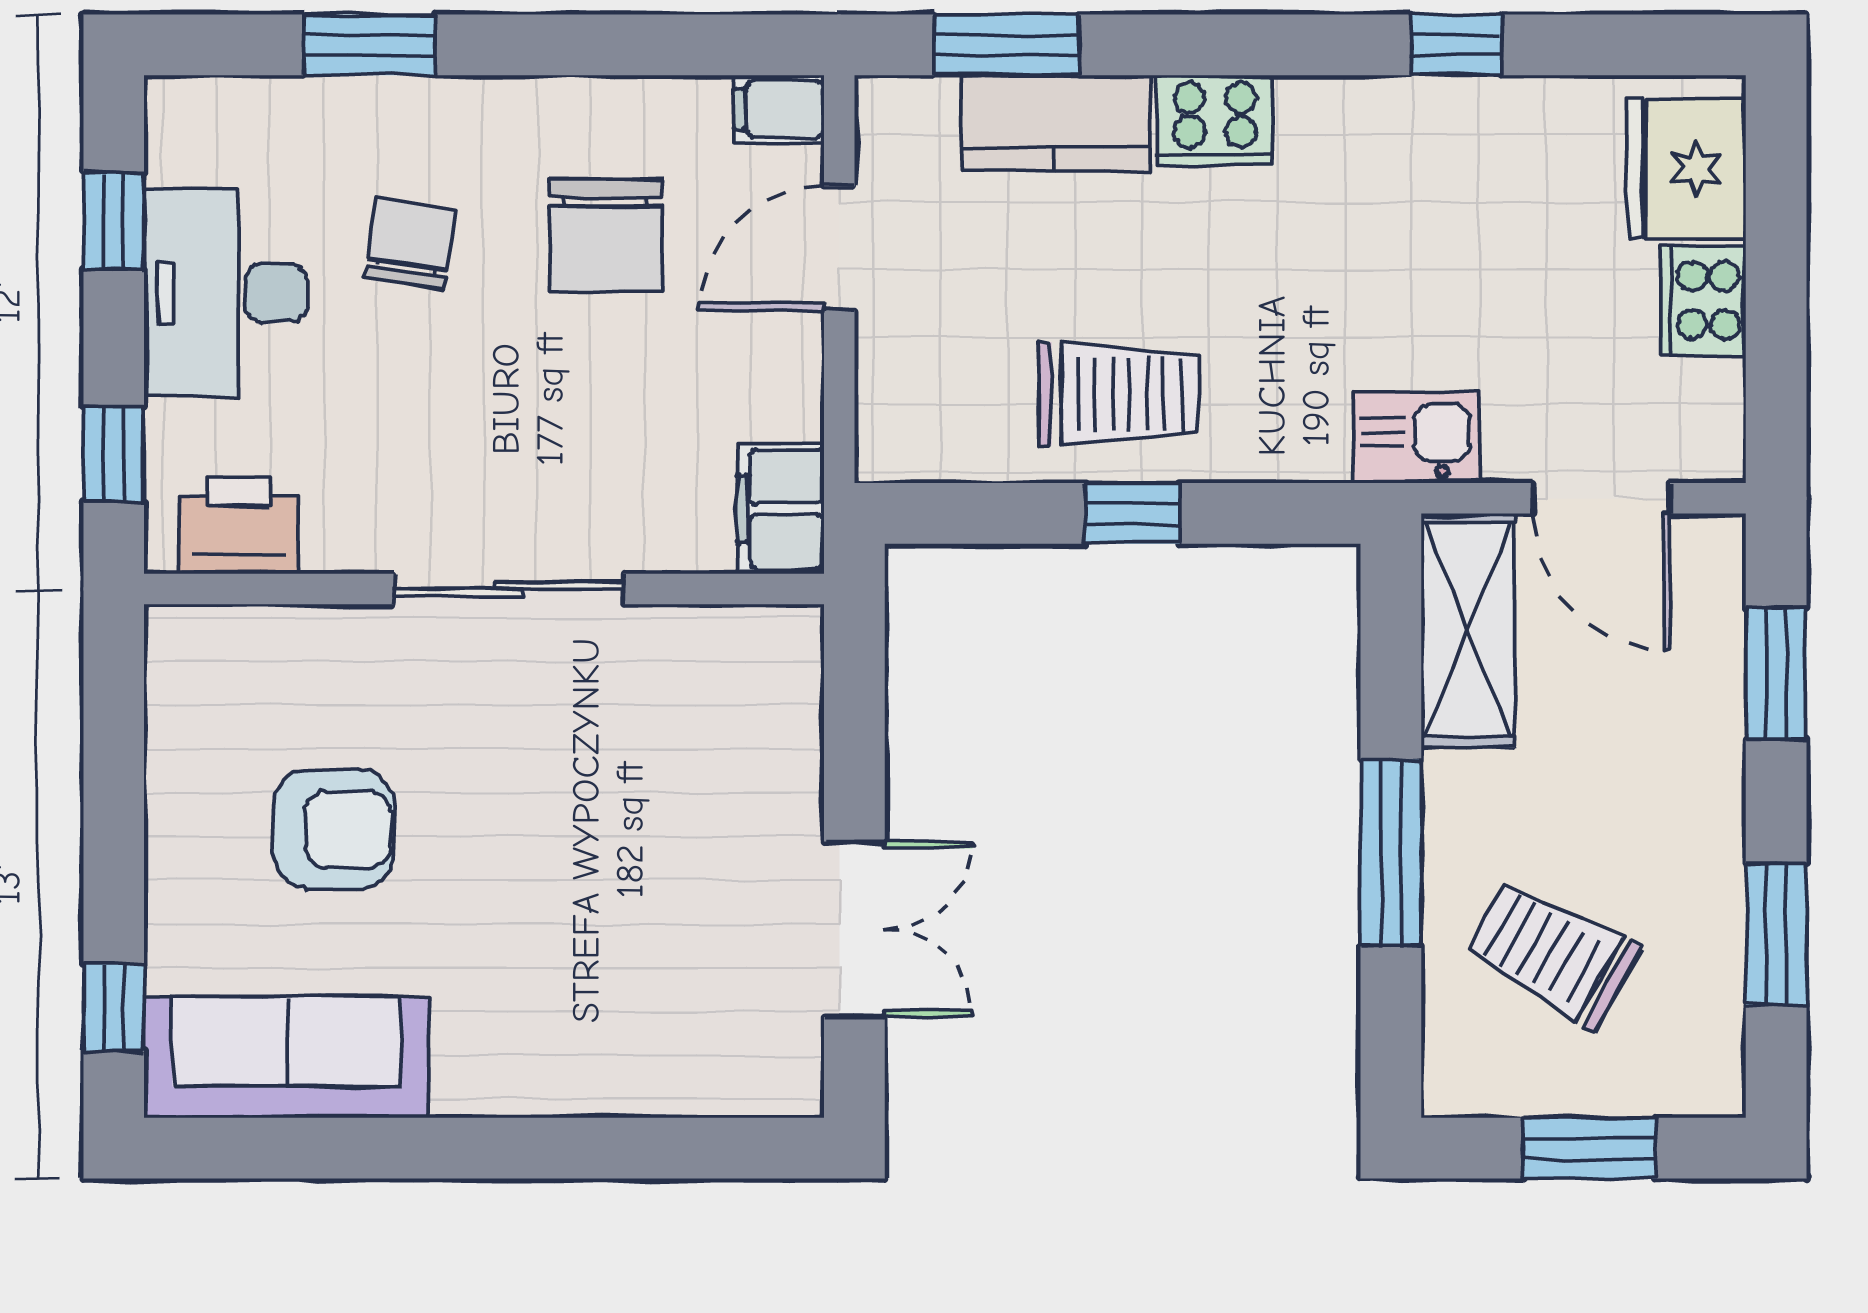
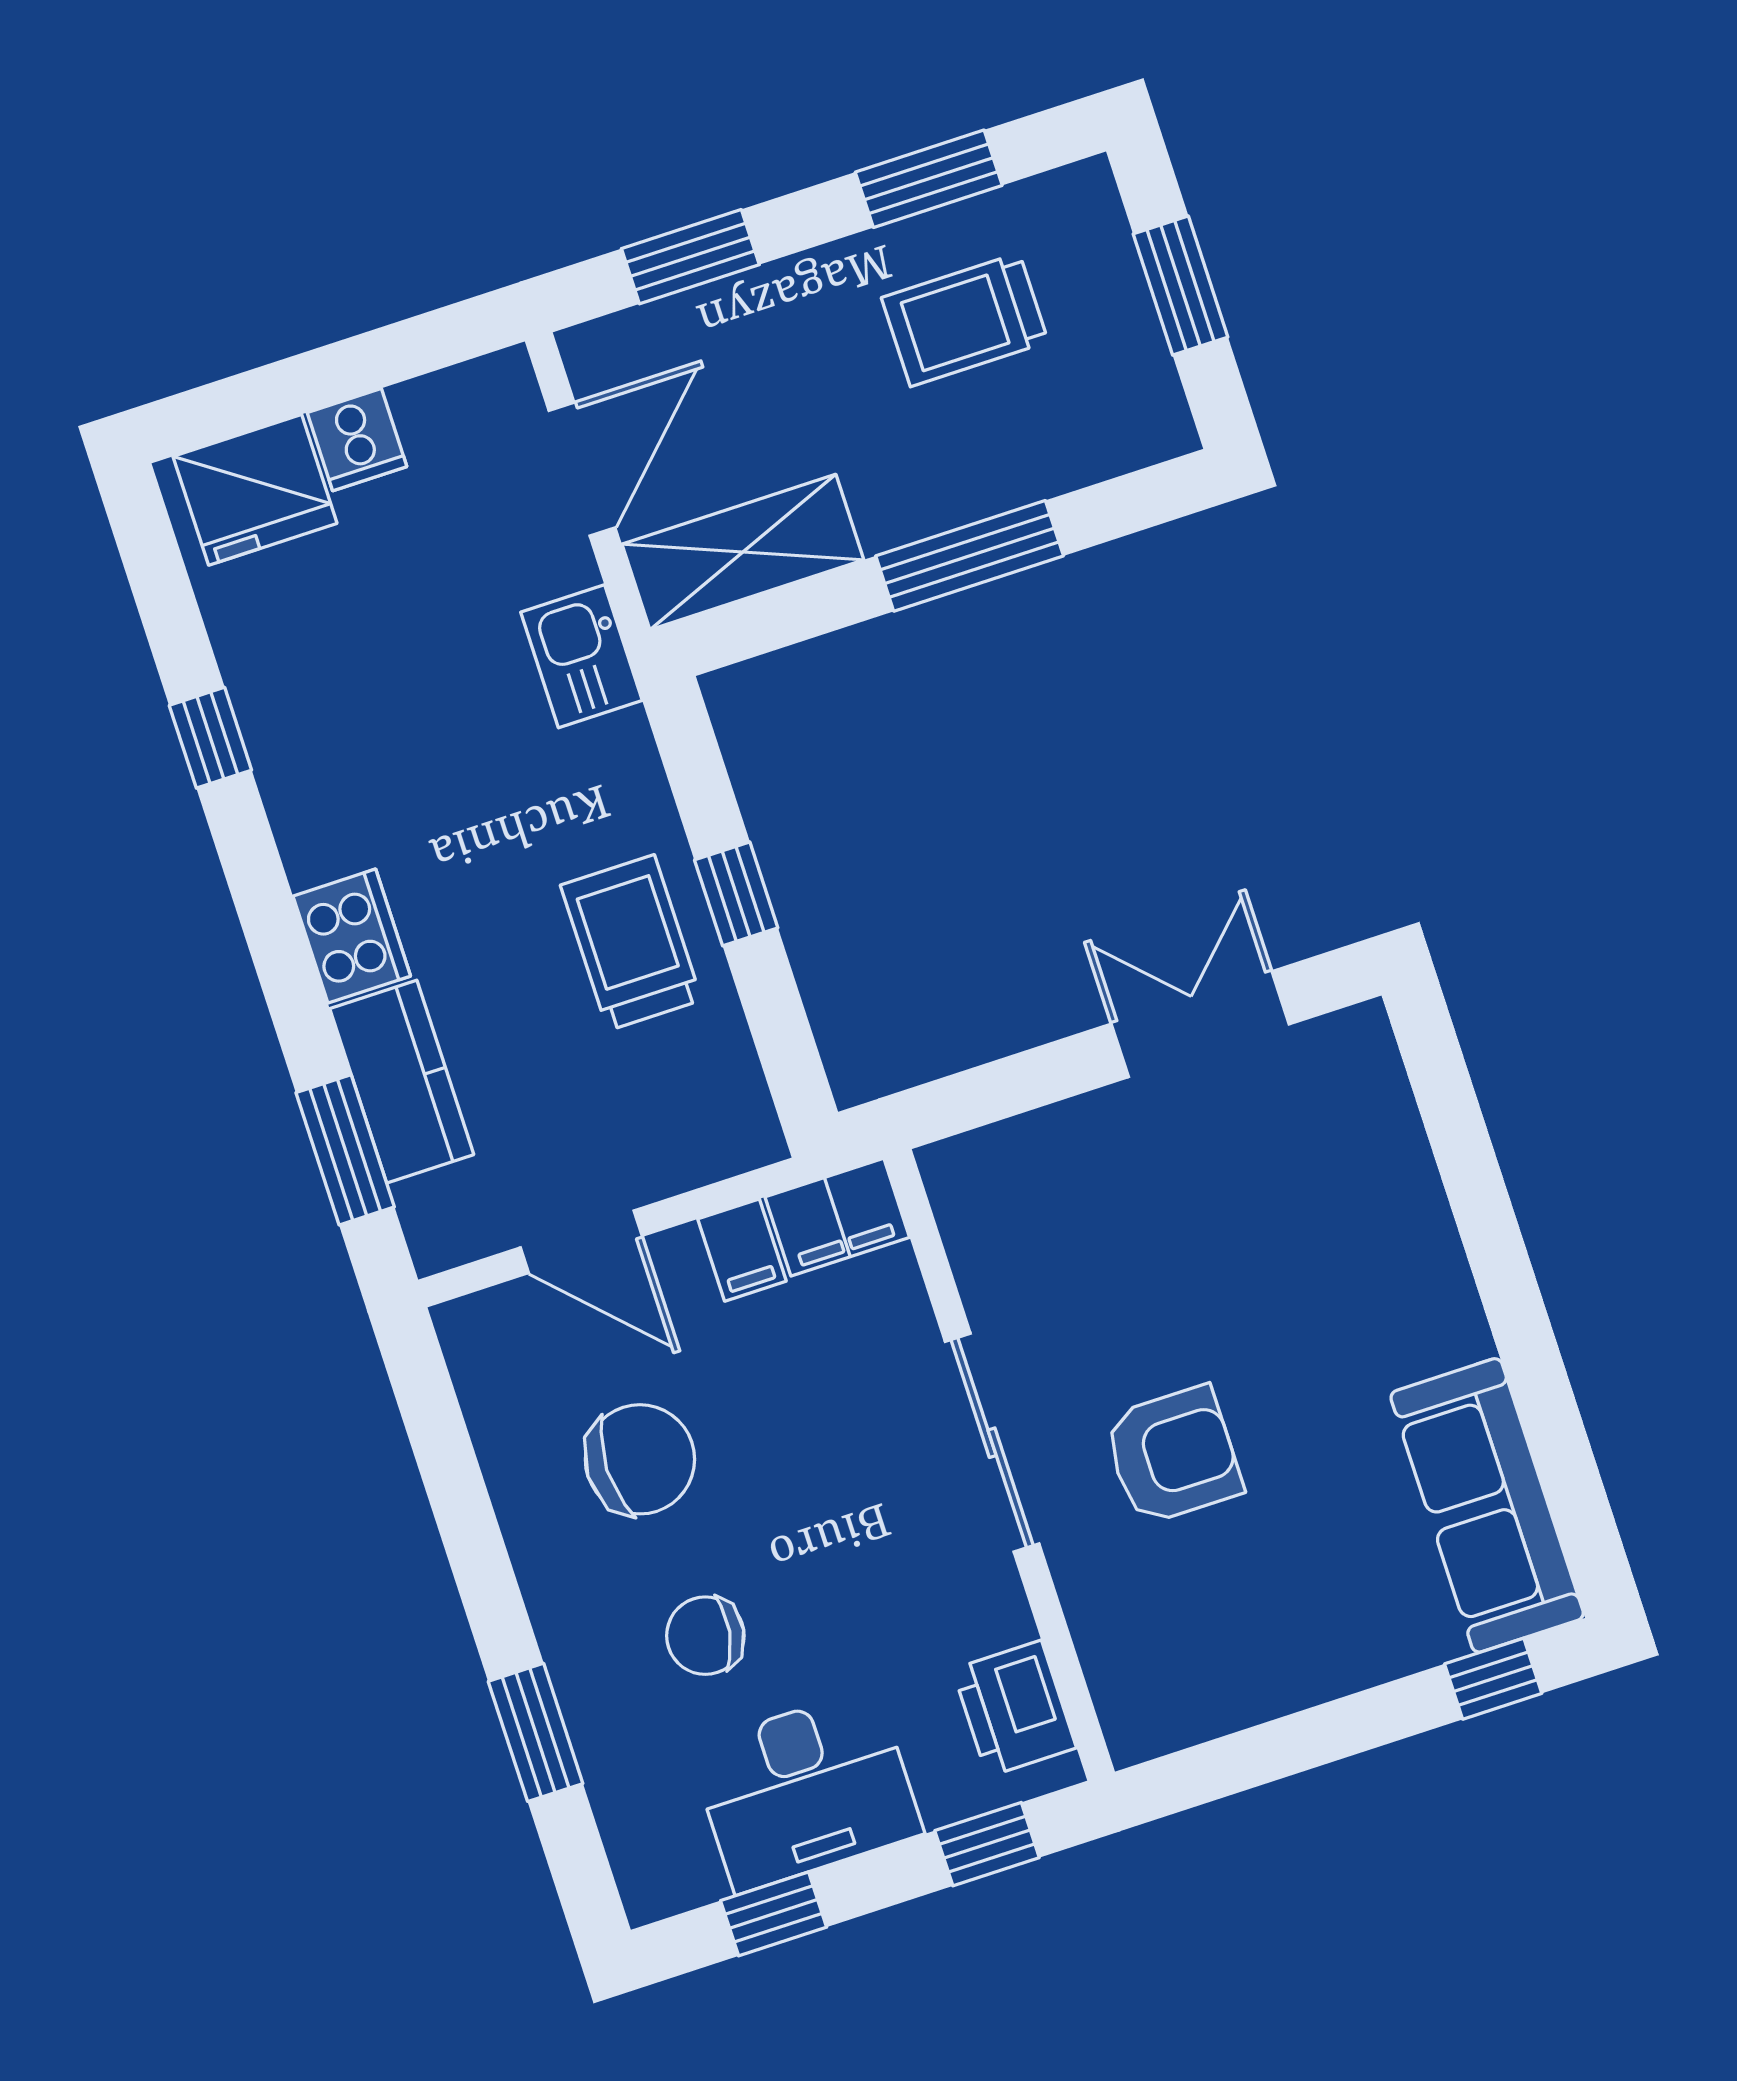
filing cabinet: (779, 109) -> (742, 1250), moved
cooker: (1703, 300) -> (357, 440), width x0.73
armchair: (334, 829) -> (1173, 1455), moved, turned 90
trolley: (1552, 953) -> (965, 320), moved, turned 61

